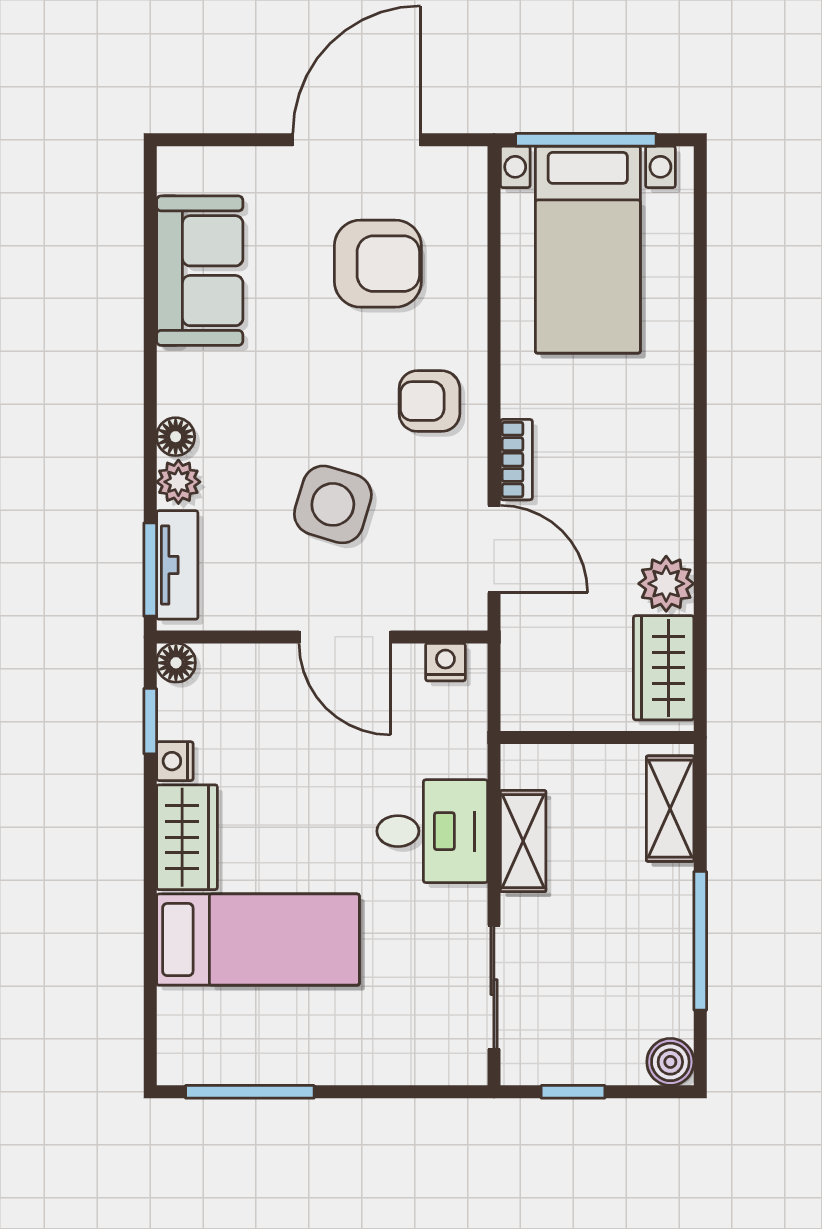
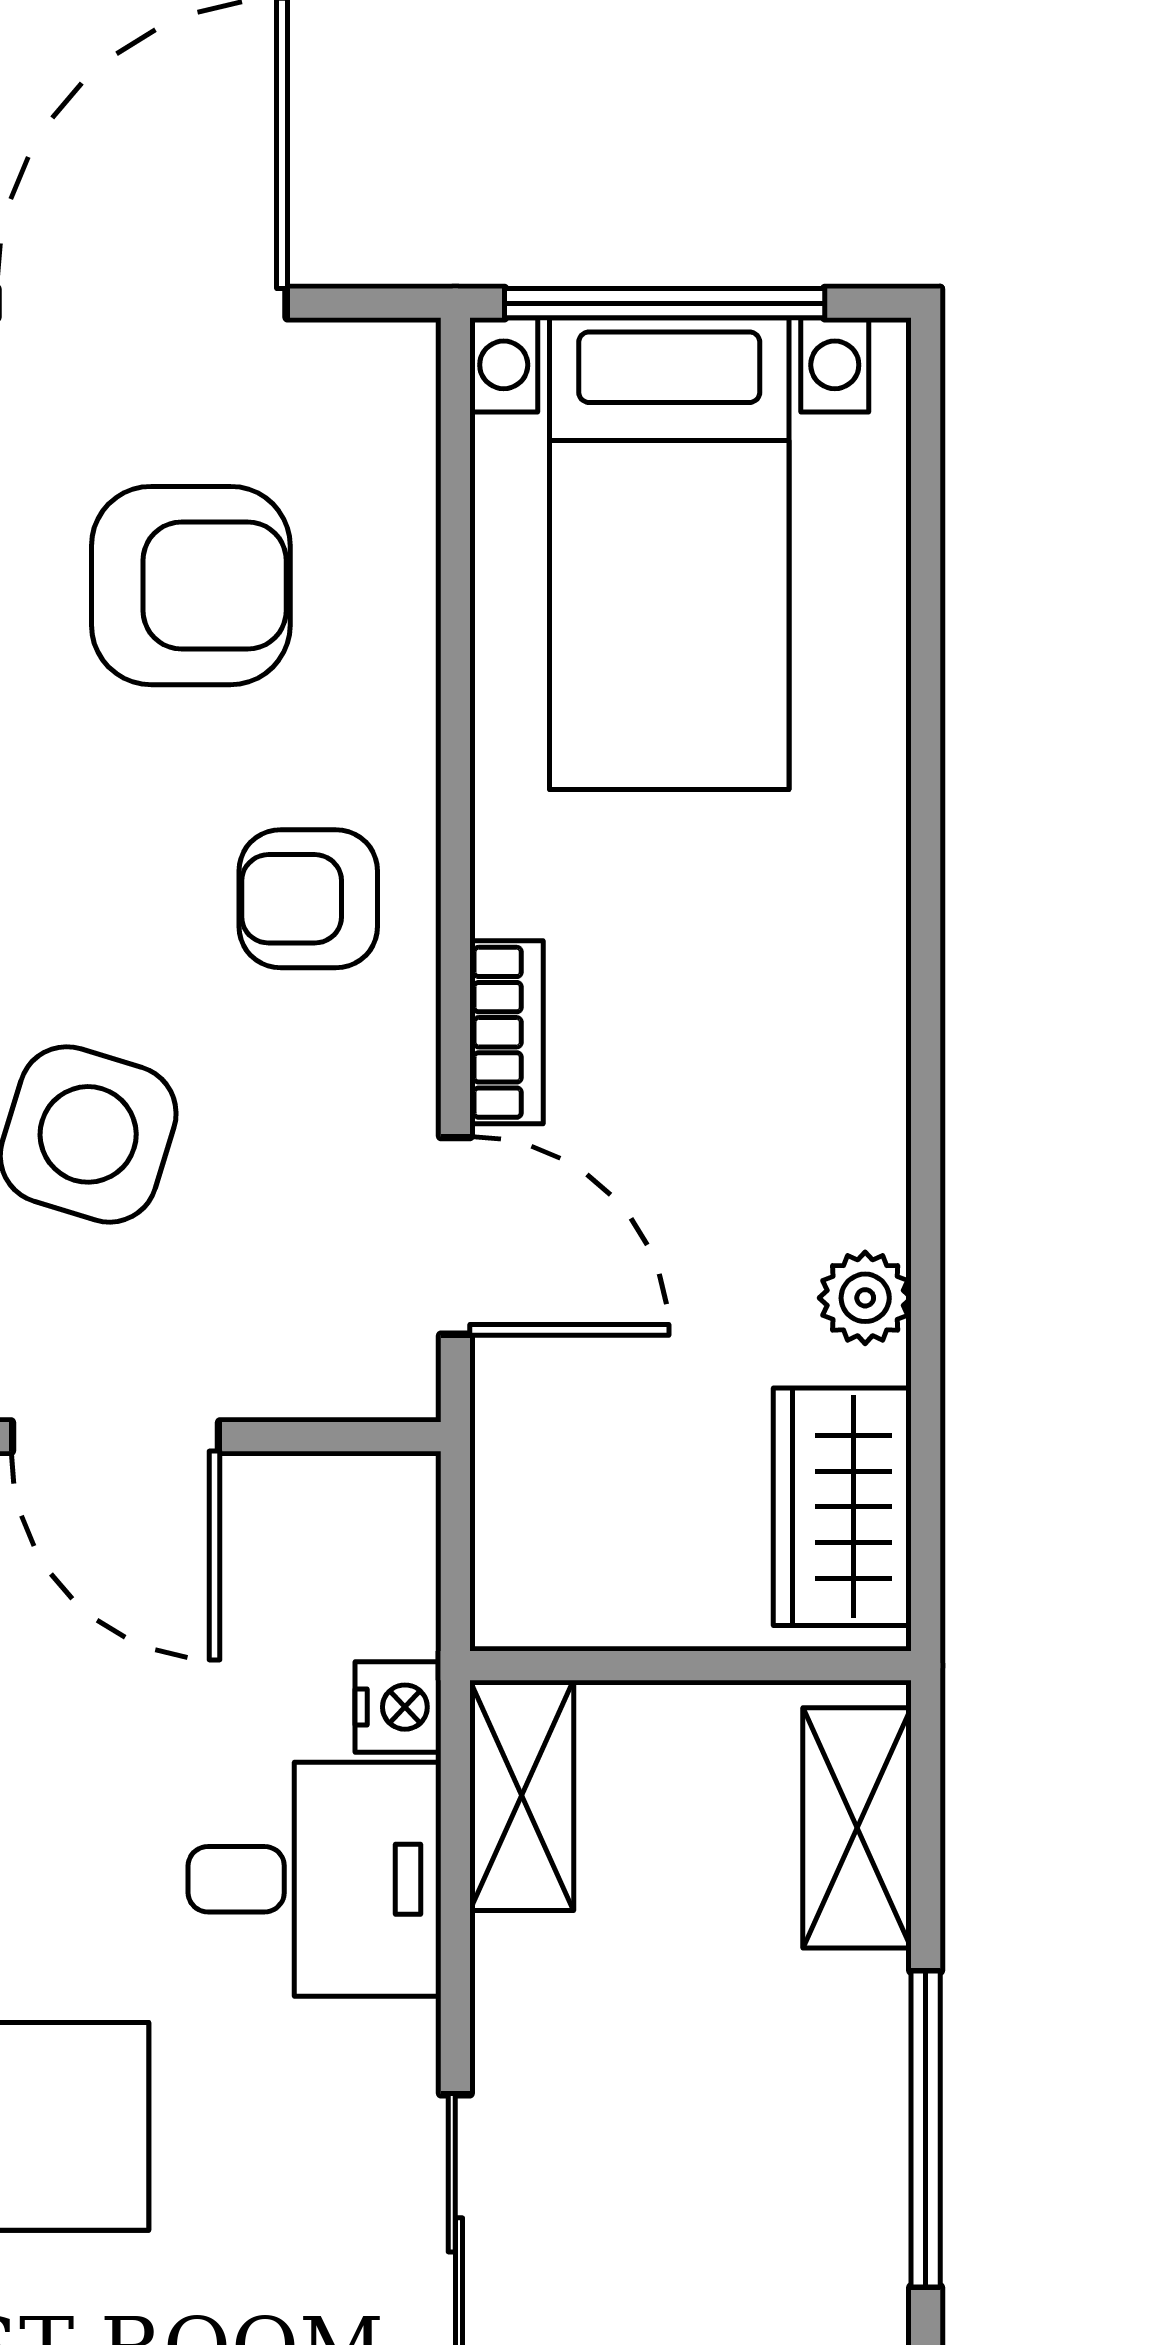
plant: (666, 584) -> (865, 1298), width x0.73, depth x0.73
nightstand: (445, 662) -> (398, 1707), moved, turned 90
shelving: (523, 841) -> (522, 1795), moved

